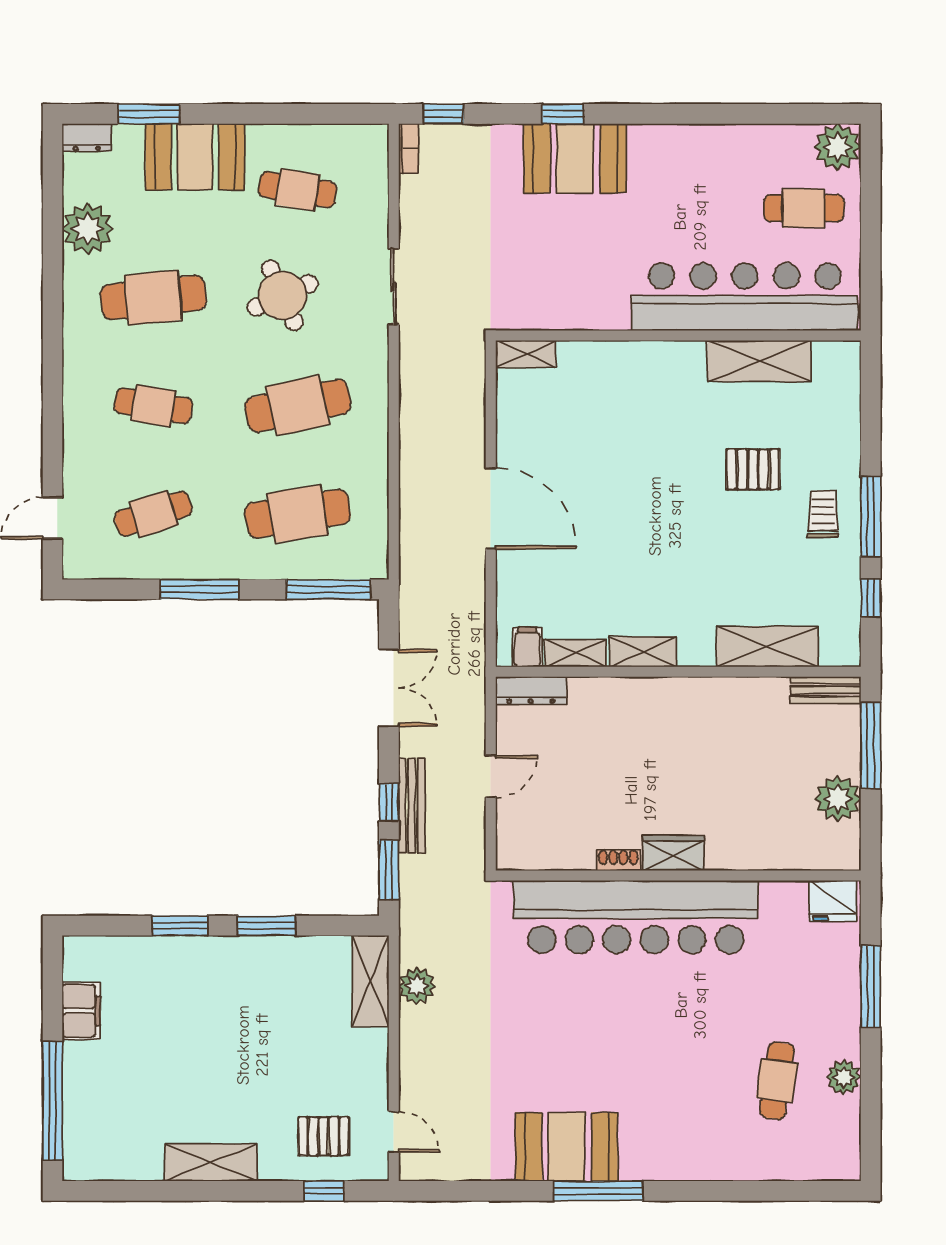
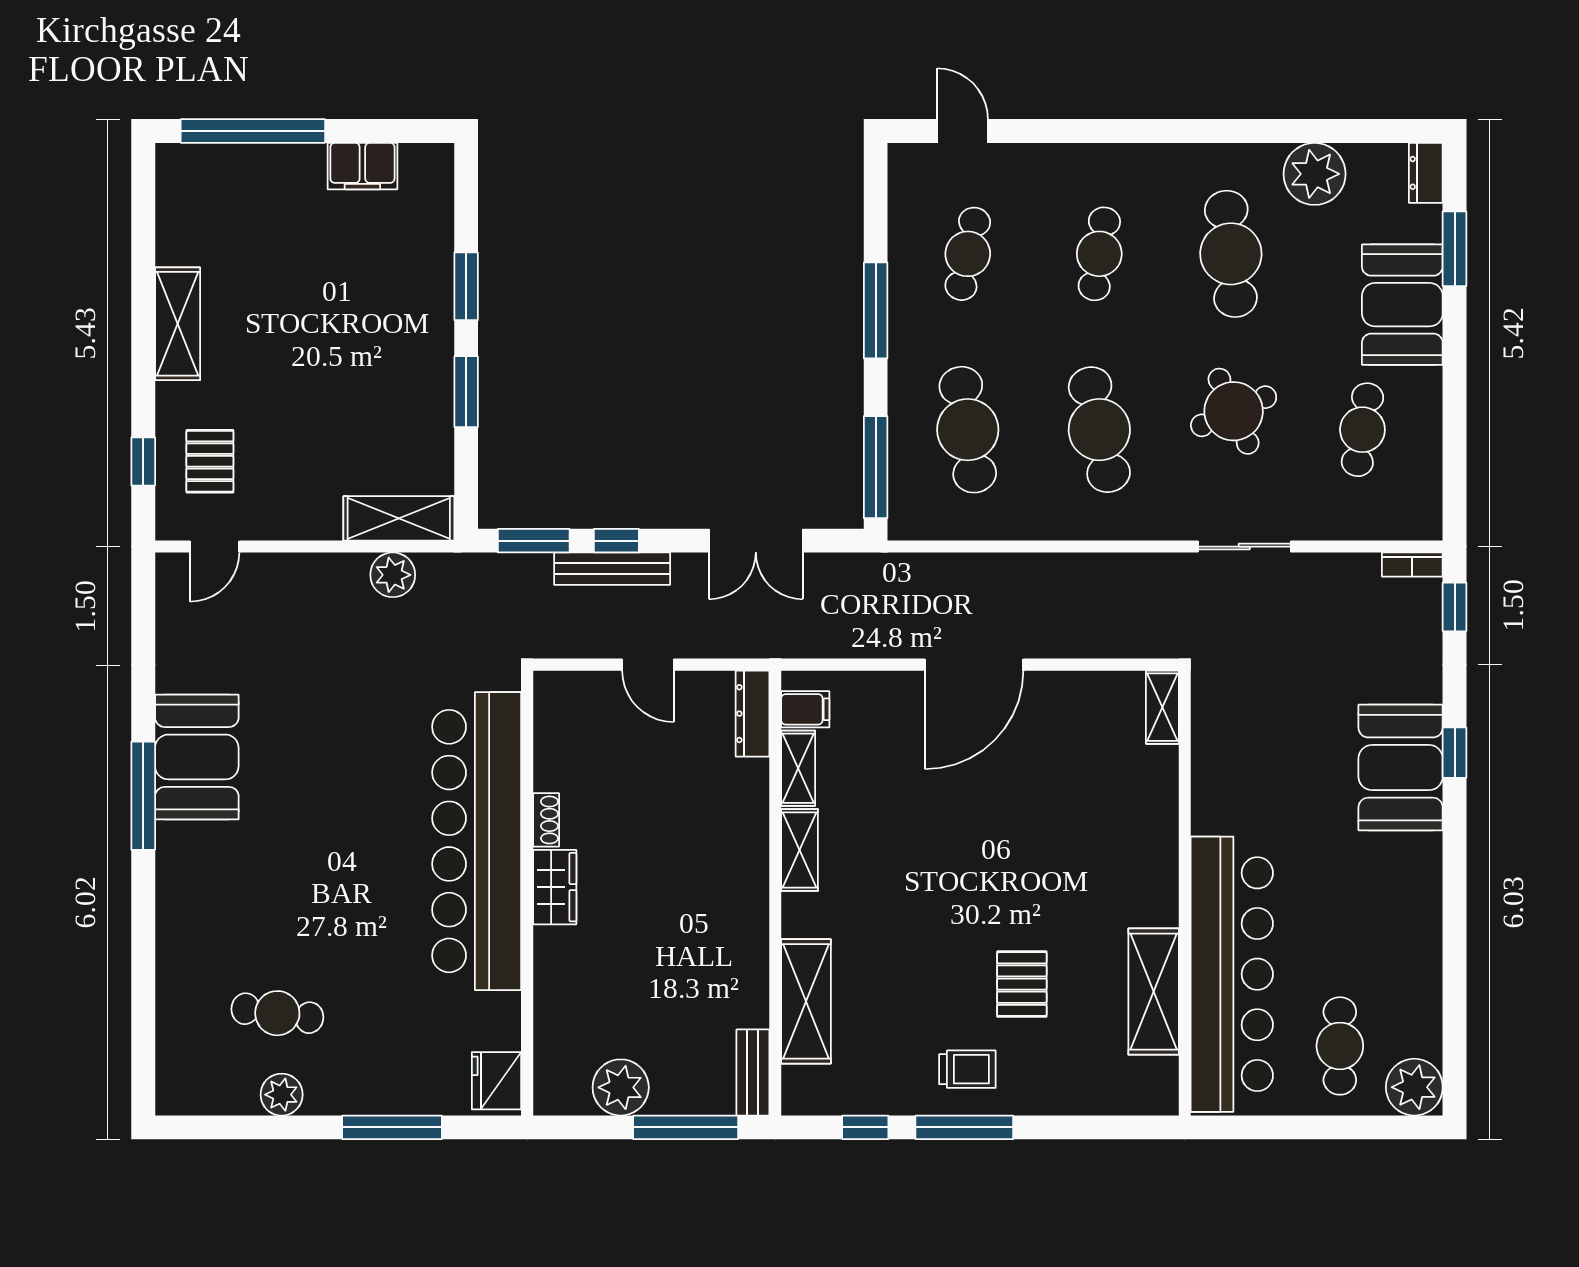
cafe table: (153, 514) -> (968, 254), turned 30

